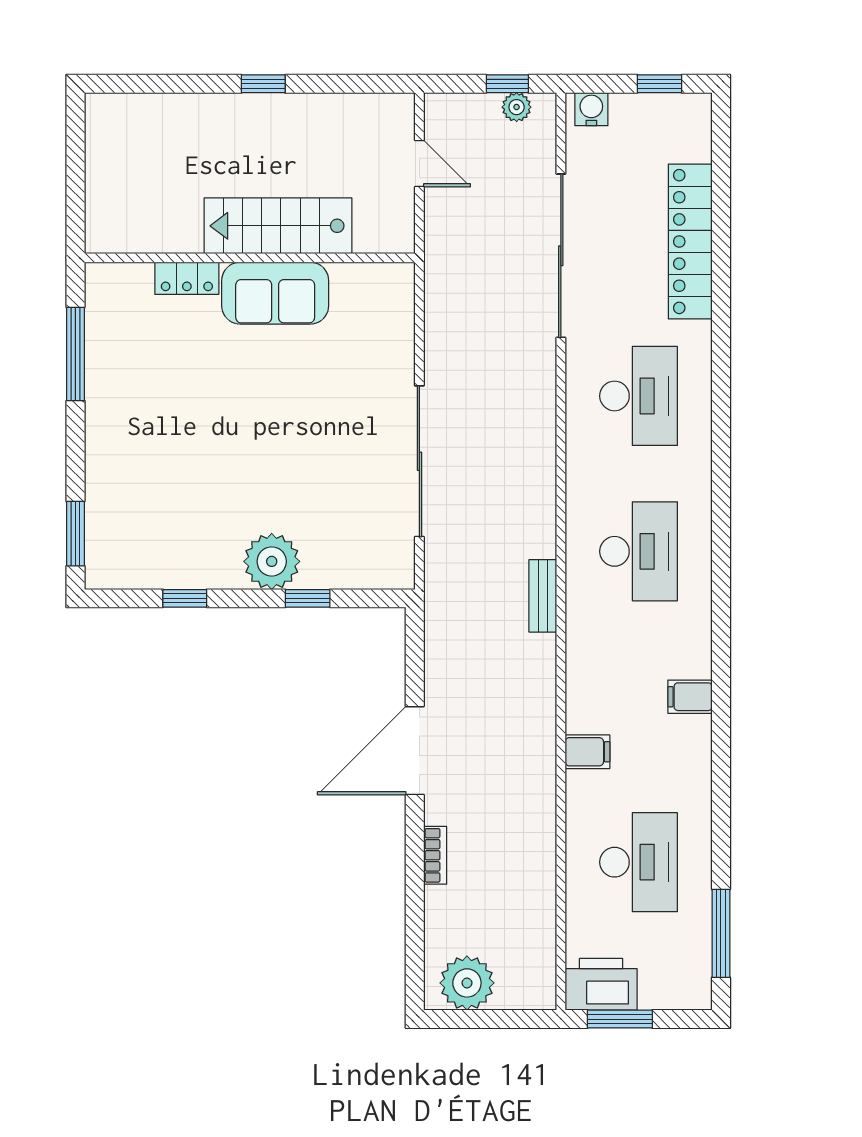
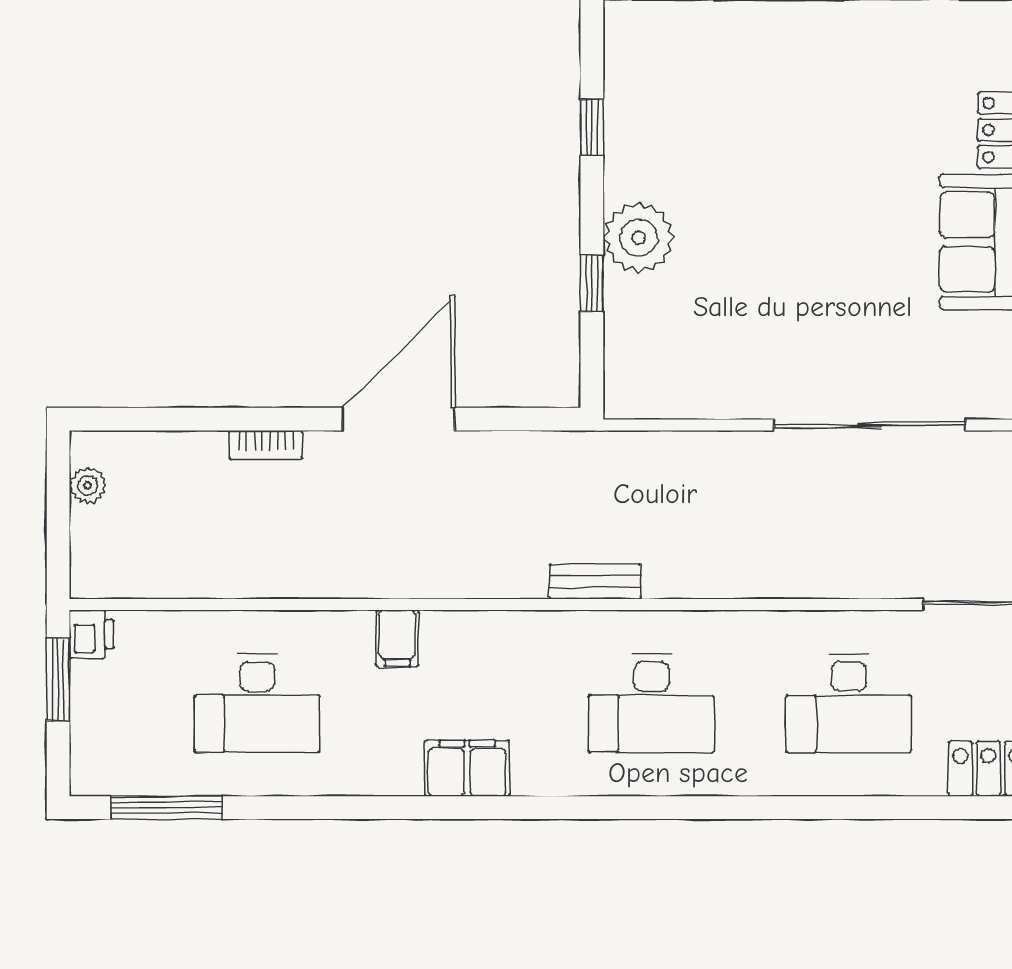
sliding door: (419, 461) -> (870, 425), moved
filing cabinet: (690, 697) -> (467, 768), width x2.00
door: (415, 751) -> (399, 419), hinge flipped
plant: (467, 983) -> (88, 485), width x0.53, depth x0.53
printer: (601, 984) -> (91, 634), width x0.53, depth x0.68

